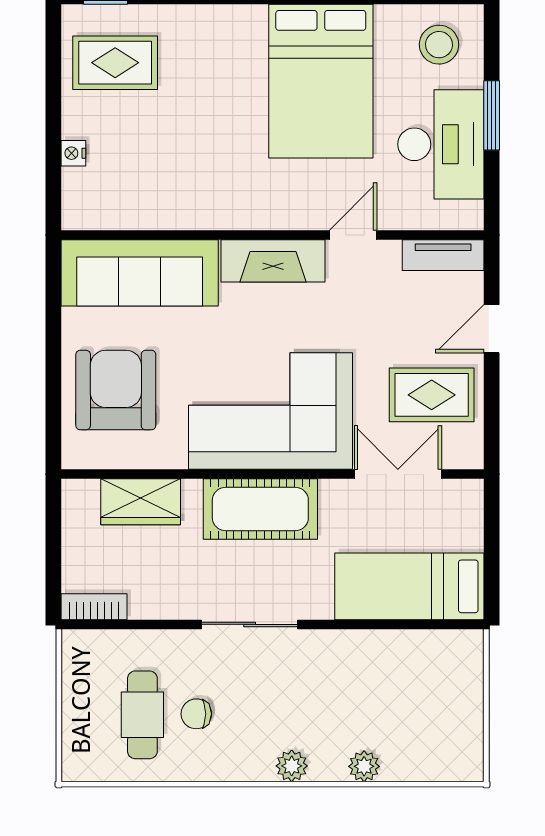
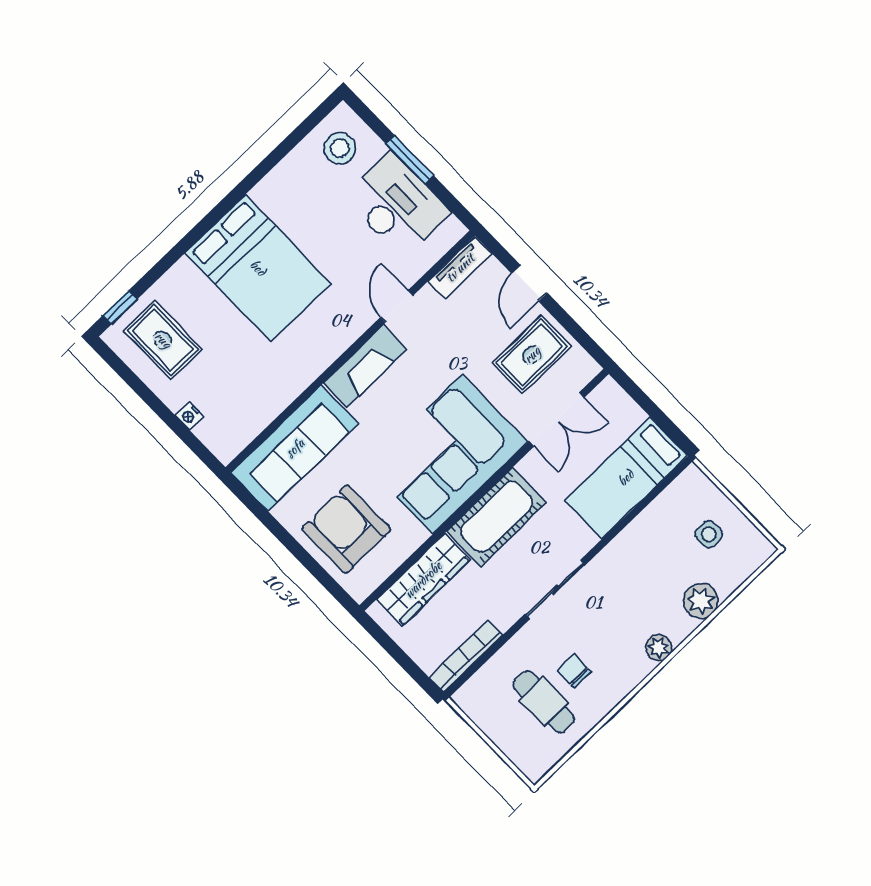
rug: (115, 63) -> (163, 340), turned 90
bed: (321, 81) -> (258, 268), moved
double door: (398, 474) -> (557, 419), swing flipped
wardrobe: (141, 502) -> (423, 580), width x1.50
bookcase: (94, 607) -> (466, 656), width x1.56
side table: (435, 708) -> (709, 534), added
chair: (196, 714) -> (574, 671), turned 90
plant: (364, 766) -> (701, 601), width x1.38, depth x1.38

